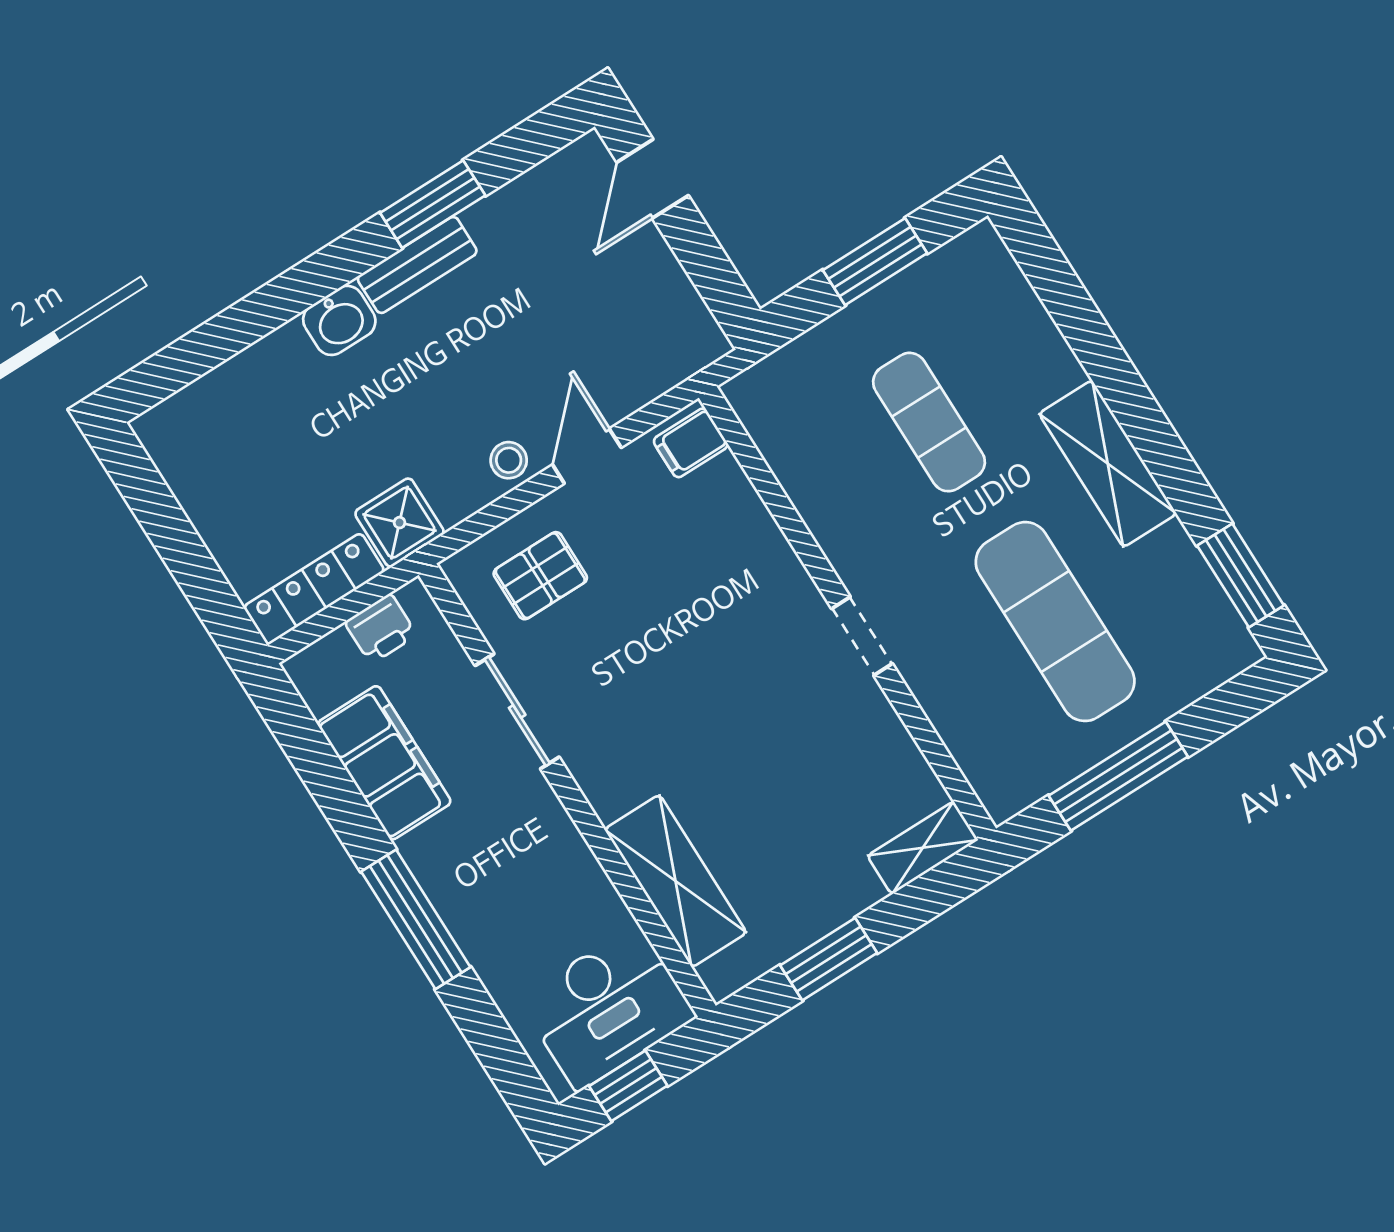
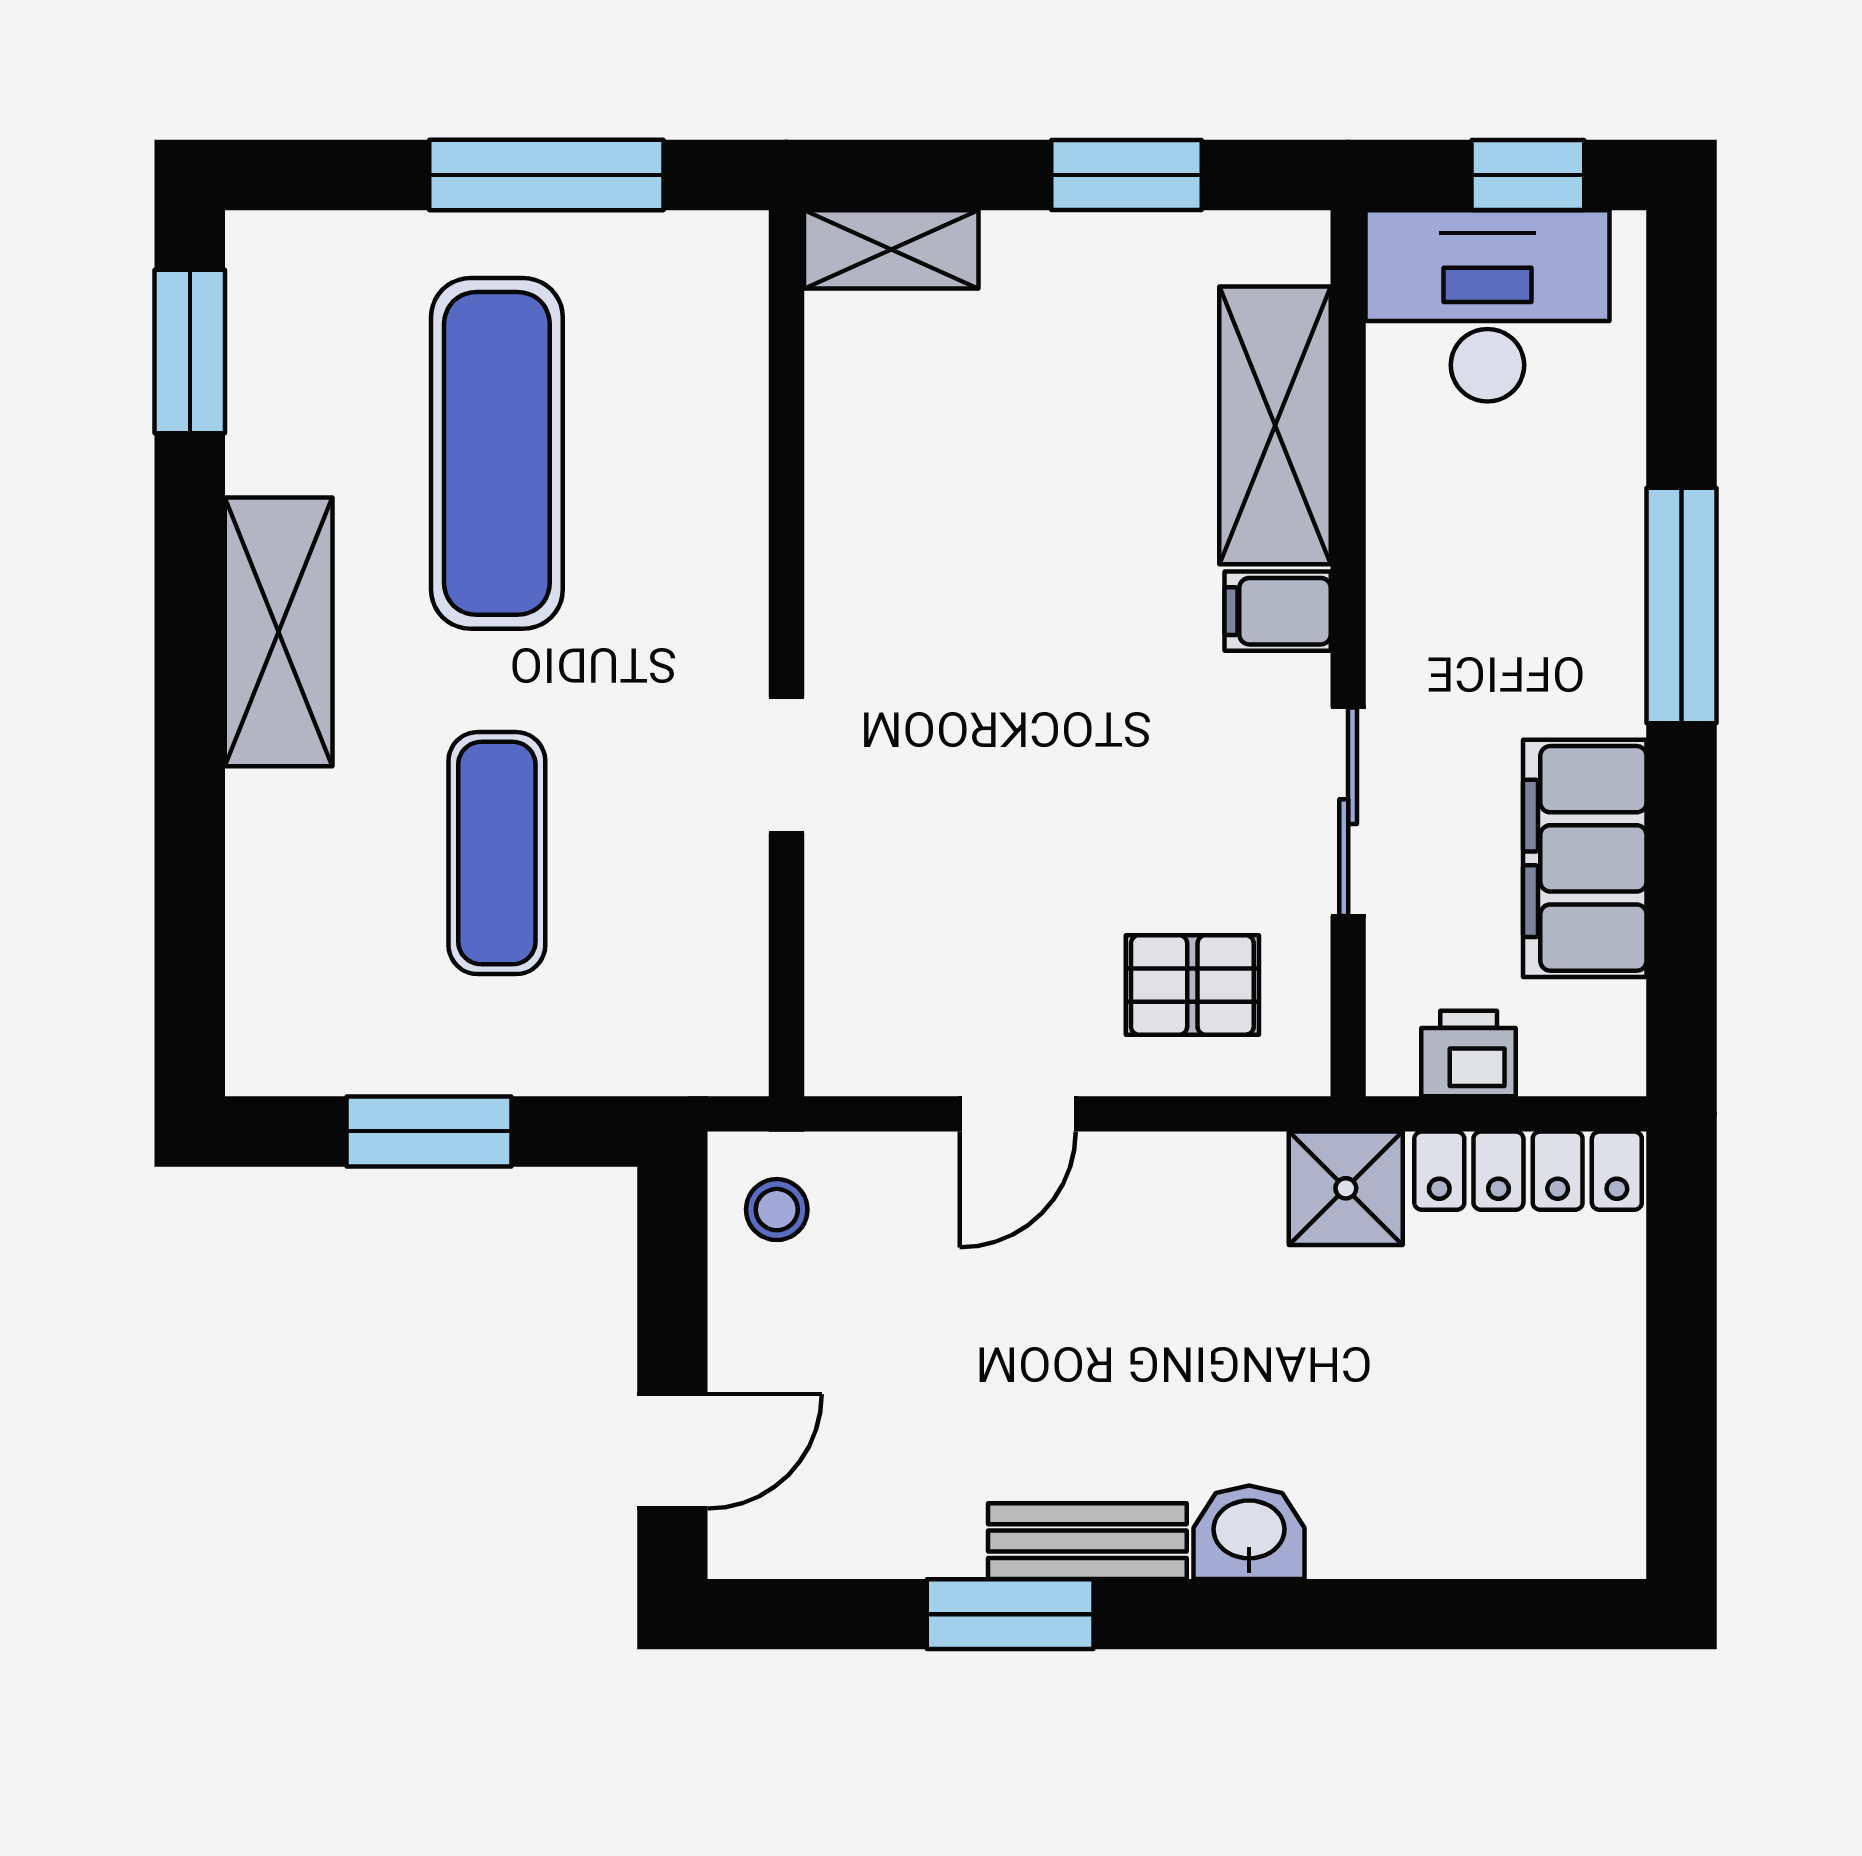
filing cabinet: (691, 443) -> (1278, 611), moved, turned 180
stool: (509, 460) -> (777, 1210), moved
doorway: (862, 636) -> (786, 765), moved

